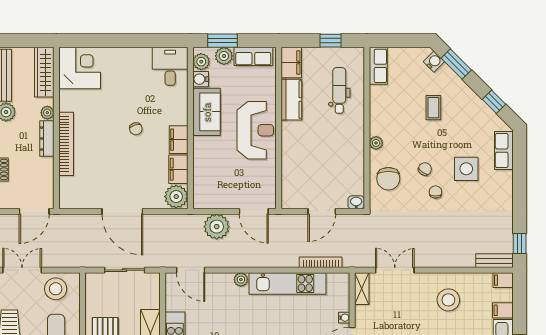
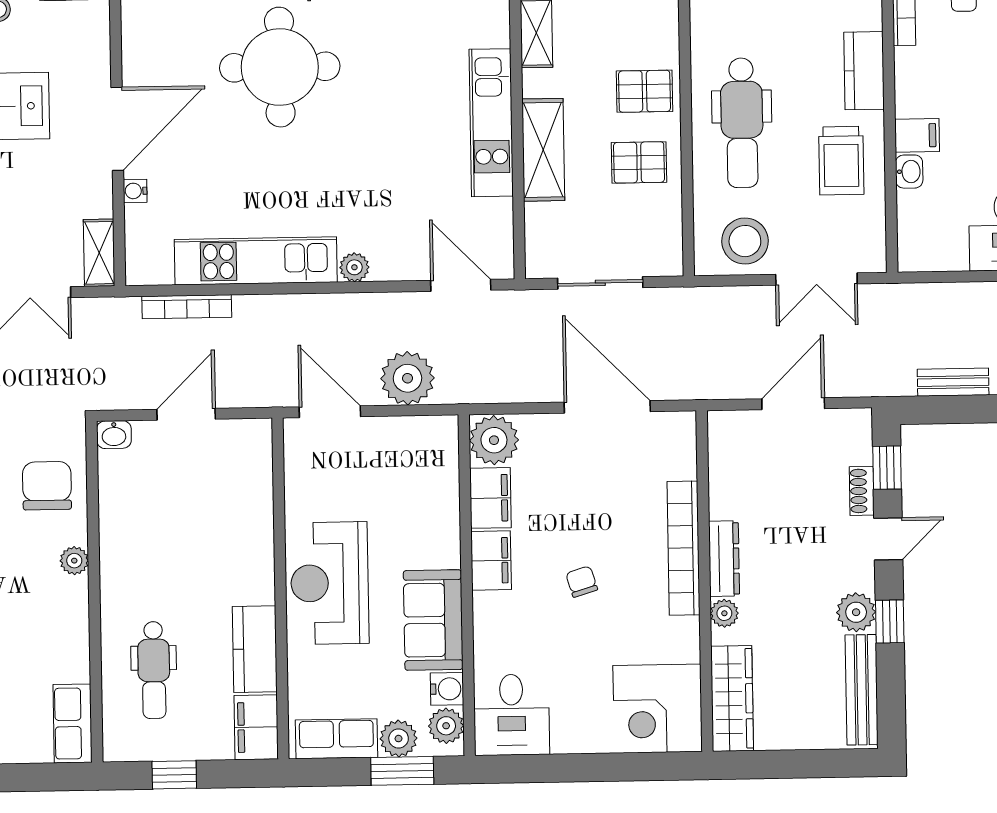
corner desk: (80, 68) -> (658, 709), moved
wardrobe: (44, 72) -> (732, 699), moved
plant: (47, 113) -> (724, 613), moved
wall: (56, 128) -> (704, 581), moved
dresser: (47, 139) -> (724, 559), moved
bookcase: (66, 144) -> (684, 548), moved

